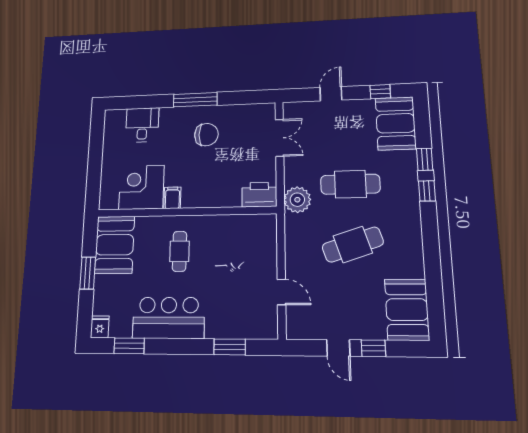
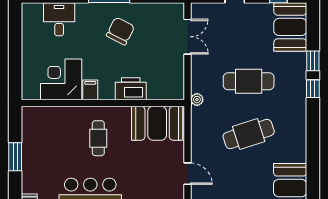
chair: (206, 135) -> (120, 31), turned -63
printer: (259, 195) -> (131, 89), moved
plant: (297, 200) -> (197, 100), width x0.53, depth x0.53
booth: (115, 245) -> (157, 123), moved, turned 90

